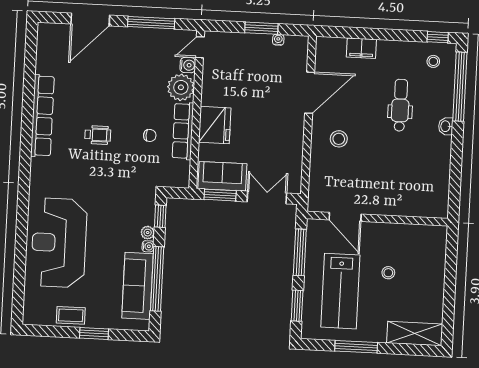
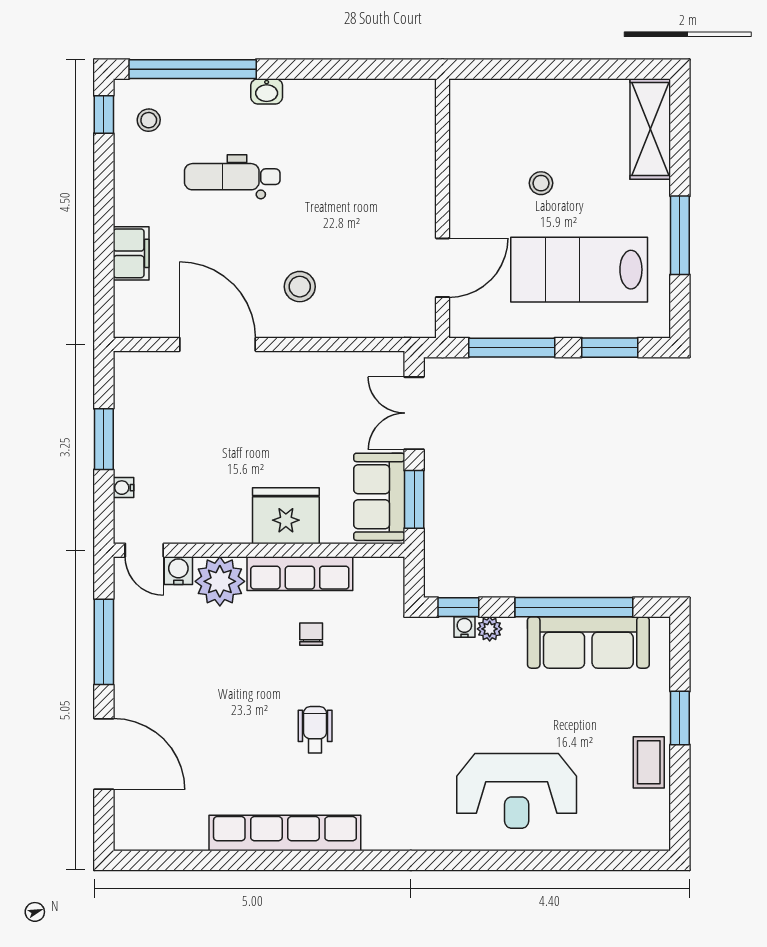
water cooler: (278, 40) -> (123, 488), moved
reception desk: (59, 243) -> (517, 791), width x0.74, depth x0.77
water cooler: (148, 246) -> (464, 627), moved
lab bench: (340, 291) -> (579, 270), turned 180

